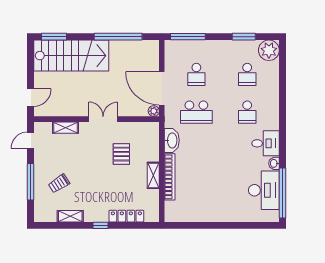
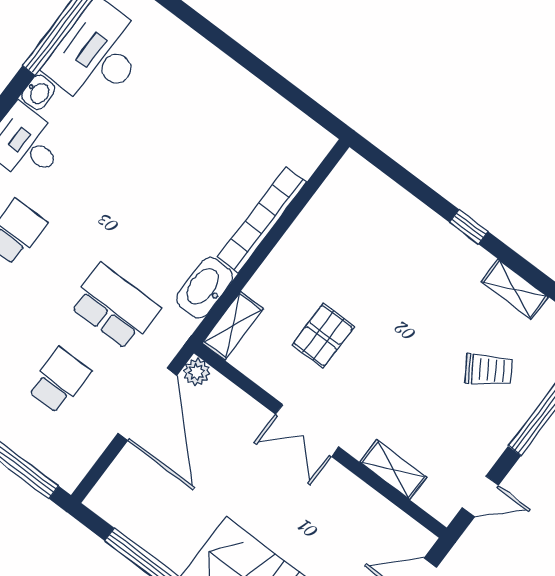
shelving: (153, 175) -> (233, 326), moved
locker: (126, 216) -> (405, 207), removed

